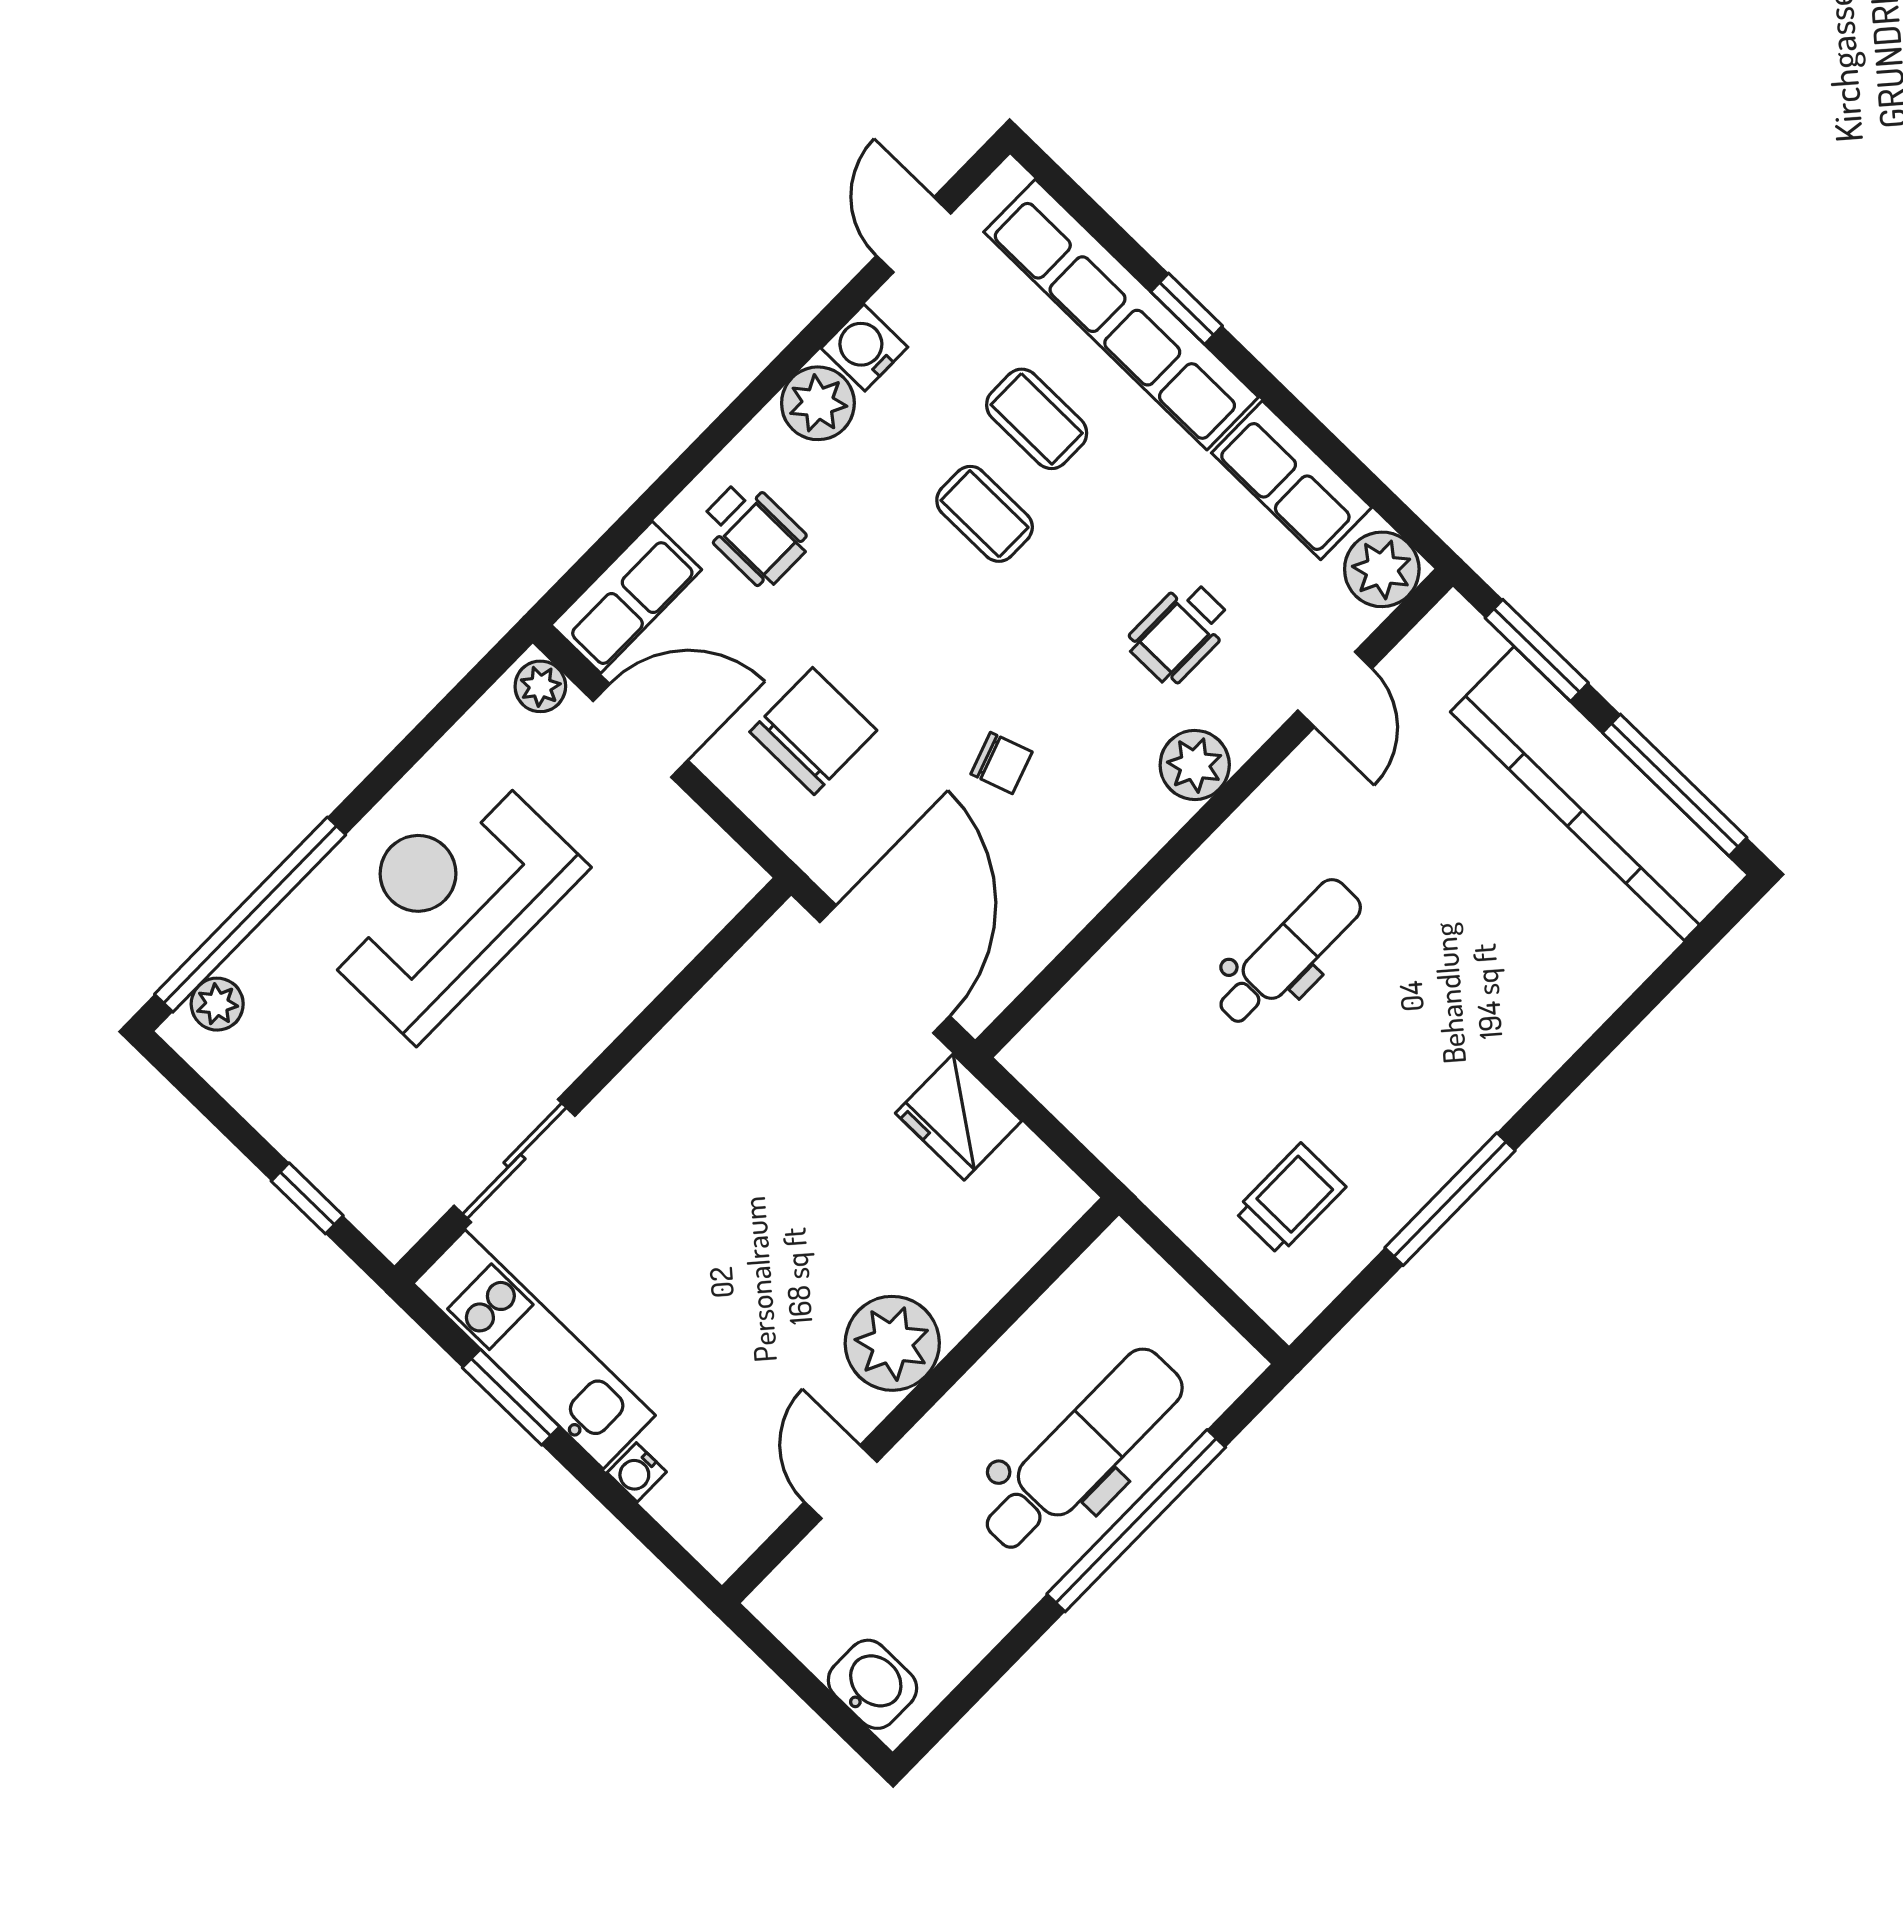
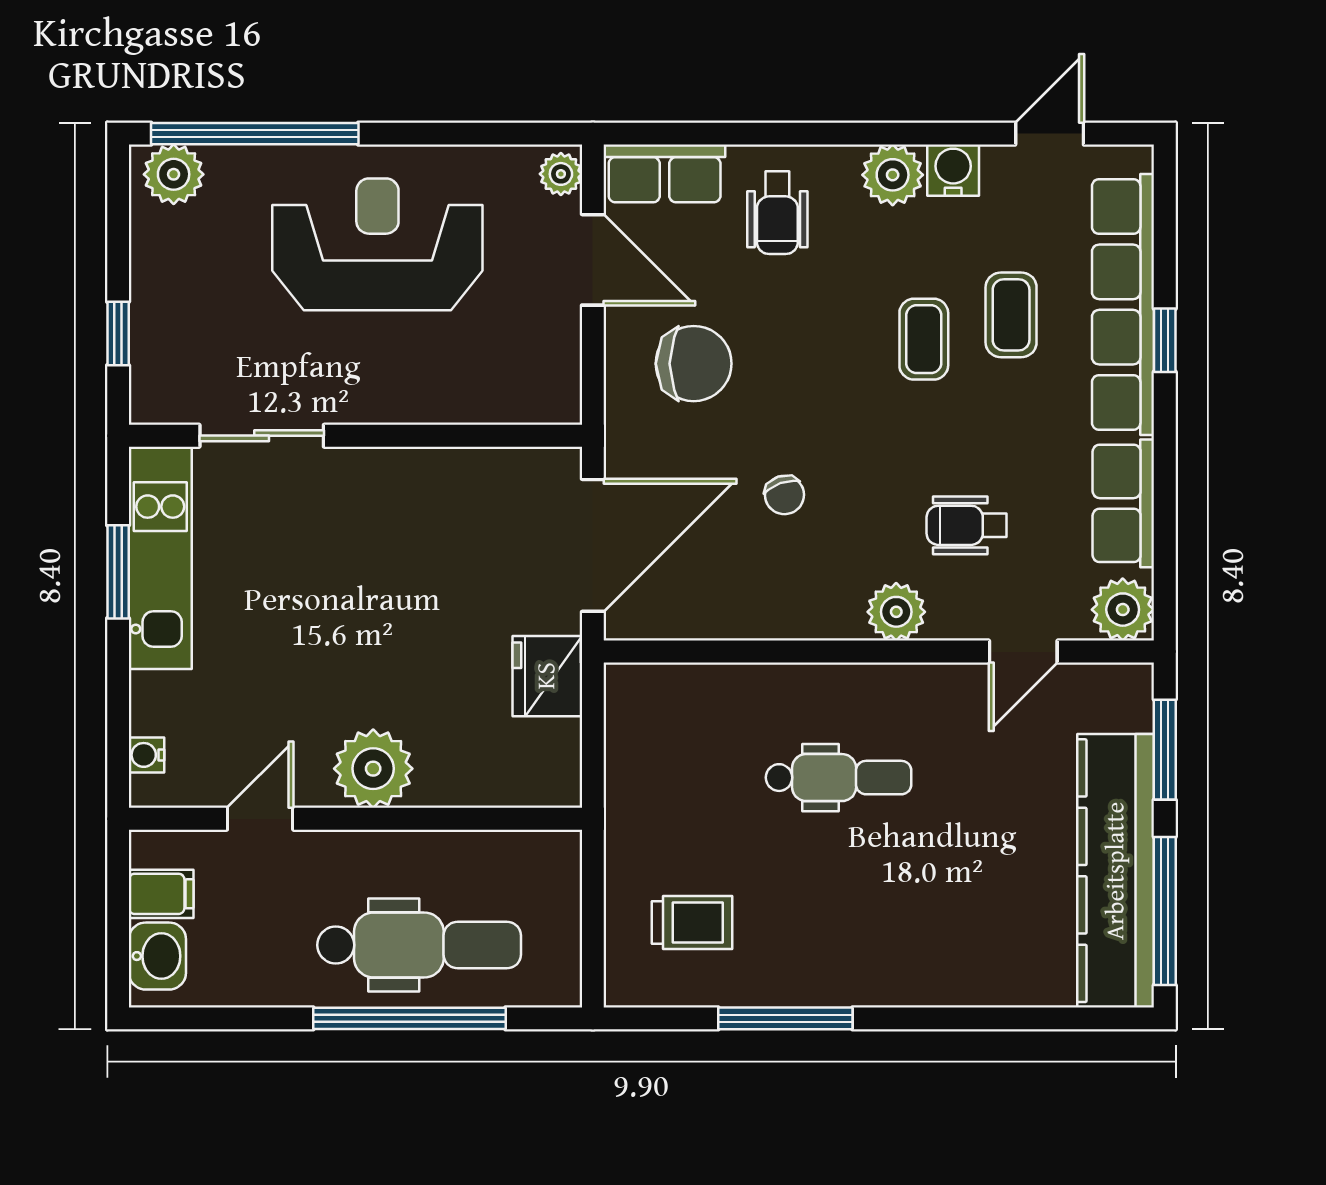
plant: (217, 1004) -> (174, 174), width x1.38, depth x1.38
water cooler: (637, 1472) -> (147, 755), moved
filing cabinet: (822, 1629) -> (161, 894), added

